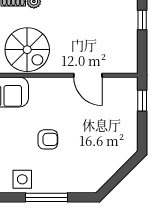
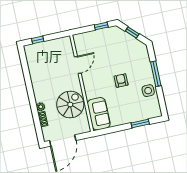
window: (142, 101) -> (101, 26), moved
window: (121, 174) -> (132, 32), added

